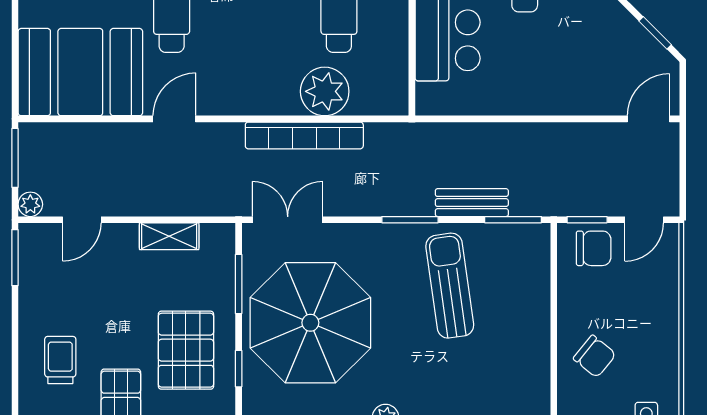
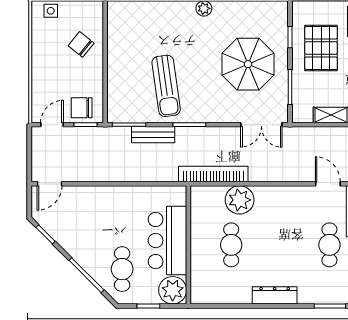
door: (174, 119) -> (328, 184), swing flipped
bookcase: (304, 135) -> (213, 174), moved
parasol: (310, 323) -> (248, 64), width x0.73, depth x0.73

